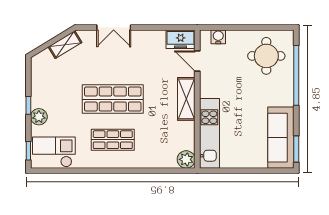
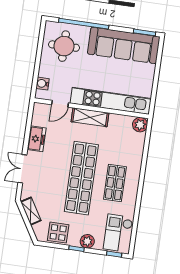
double door: (114, 27) -> (22, 169), swing flipped
freezer: (181, 39) -> (37, 139), moved
display table: (44, 81) -> (58, 233), added
shop shelf: (113, 99) -> (81, 178), width x1.40
kitchen unit: (209, 133) -> (111, 101), width x1.36
sofa: (281, 138) -> (124, 45), width x1.36, depth x1.27

